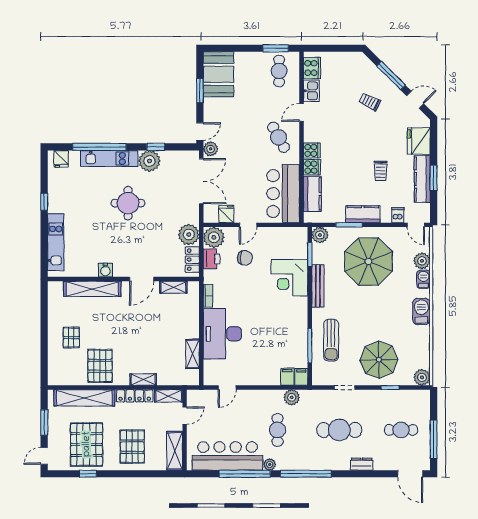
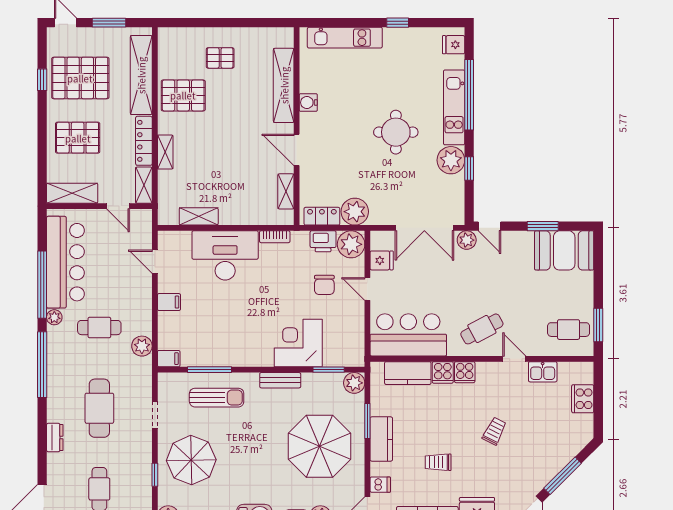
cooker: (312, 68) -> (583, 399), moved, turned 90
trolley: (370, 102) -> (494, 431), moved
bench: (318, 286) -> (280, 380), width x0.73
sun lounger: (331, 340) -> (217, 398), turned 180
filing cabinet: (287, 377) -> (169, 302), moved

